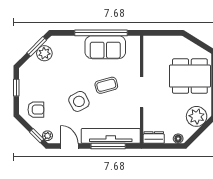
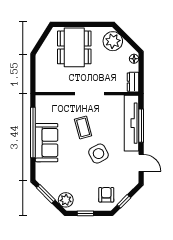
sofa: (105, 47) -> (47, 143), moved
plant: (44, 53) -> (66, 200), moved
window: (37, 136) -> (124, 201), moved
plant: (47, 136) -> (131, 184), removed
door: (69, 146) -> (141, 163), swing flipped

